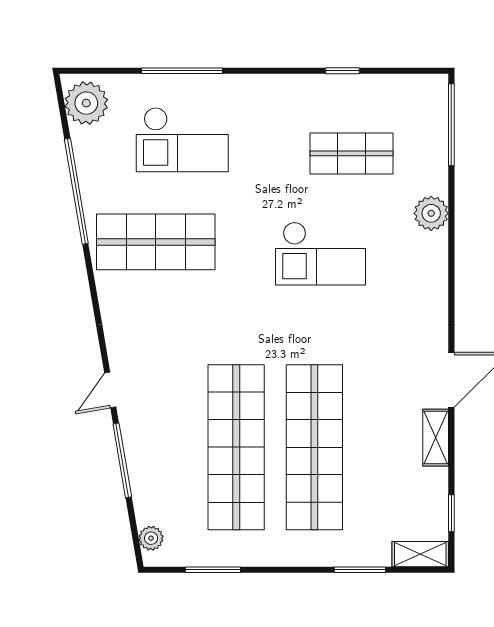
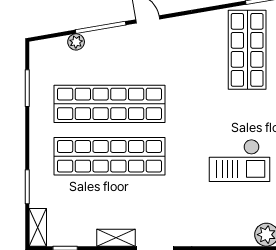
checkout: (321, 253) -> (239, 160), turned -90
plant: (151, 538) -> (76, 42), moved

